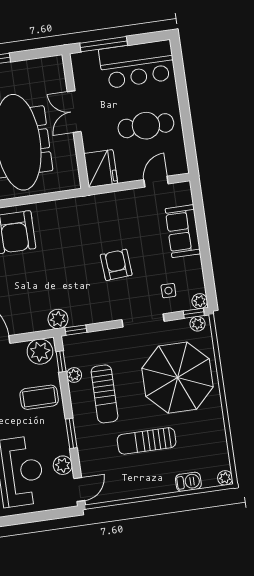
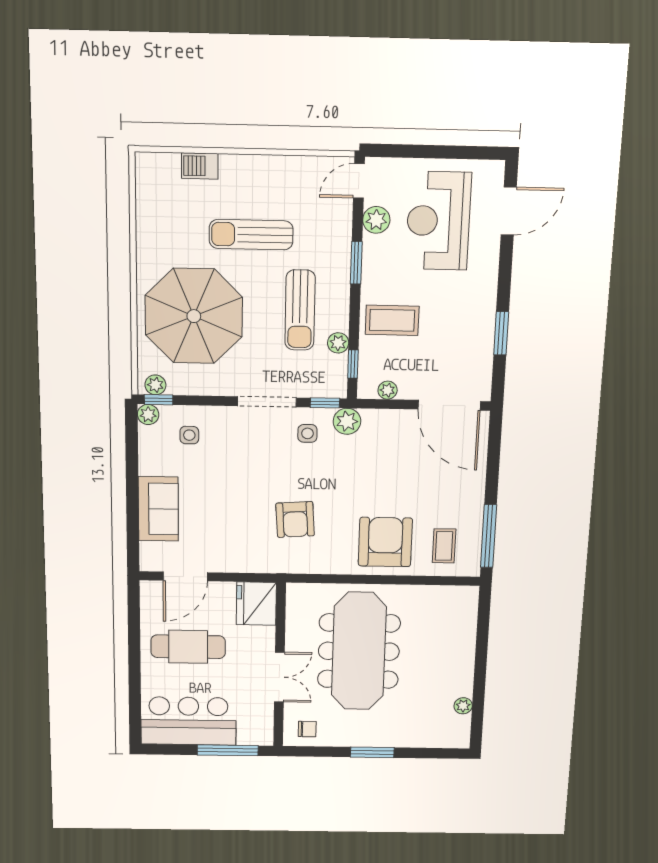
chair: (46, 72) -> (307, 729), added
door: (156, 182) -> (185, 576), width x1.38
armchair: (116, 265) -> (295, 520), moved
side table: (85, 306) -> (307, 433), added
doorway: (143, 320) -> (267, 402), moved
plant: (40, 352) -> (388, 390), width x0.53, depth x0.53
sun lounger: (105, 394) -> (300, 310), turned 180
sun lounger: (147, 441) -> (251, 235), turned 180
plant: (225, 478) -> (146, 163), removed

